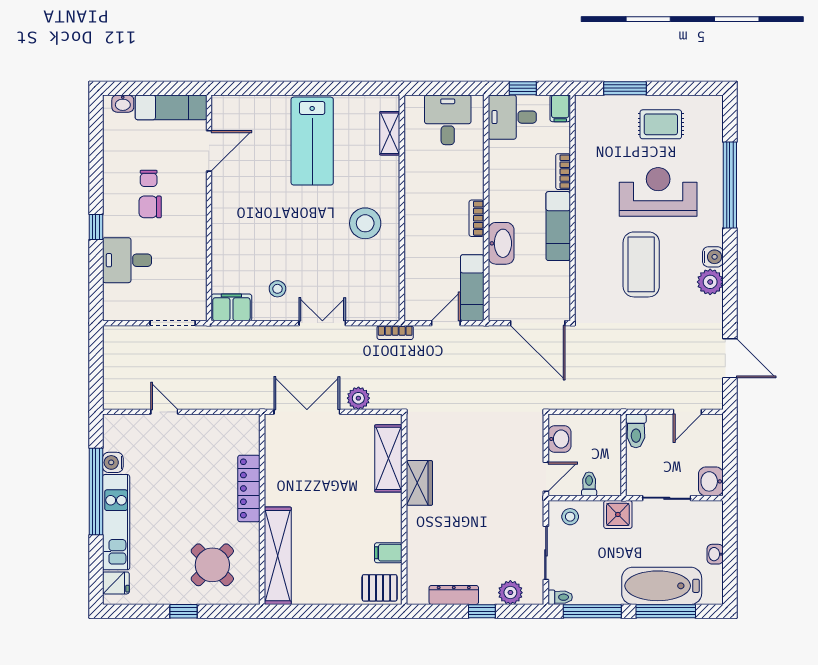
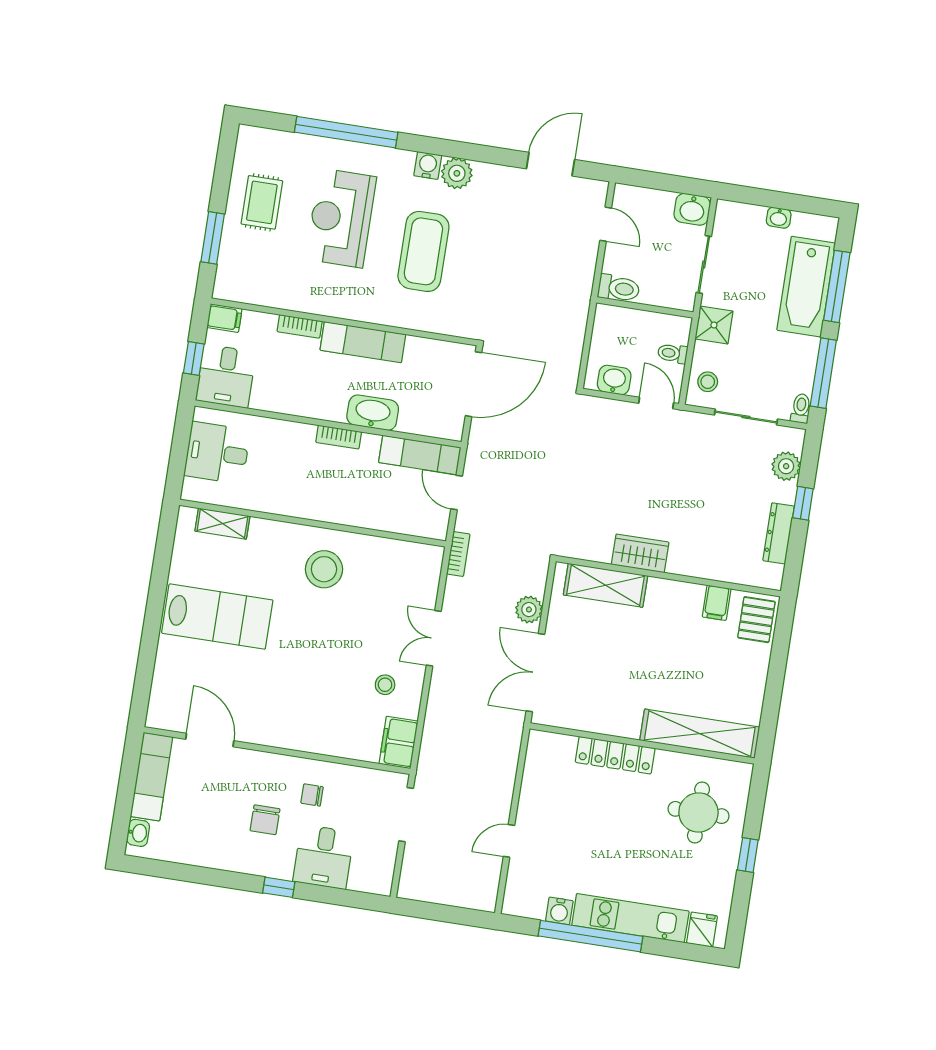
chair: (149, 178) -> (312, 795), moved, turned 180
coffee table: (641, 264) -> (423, 251), turned 90
round table: (212, 565) -> (698, 812), turned 45

